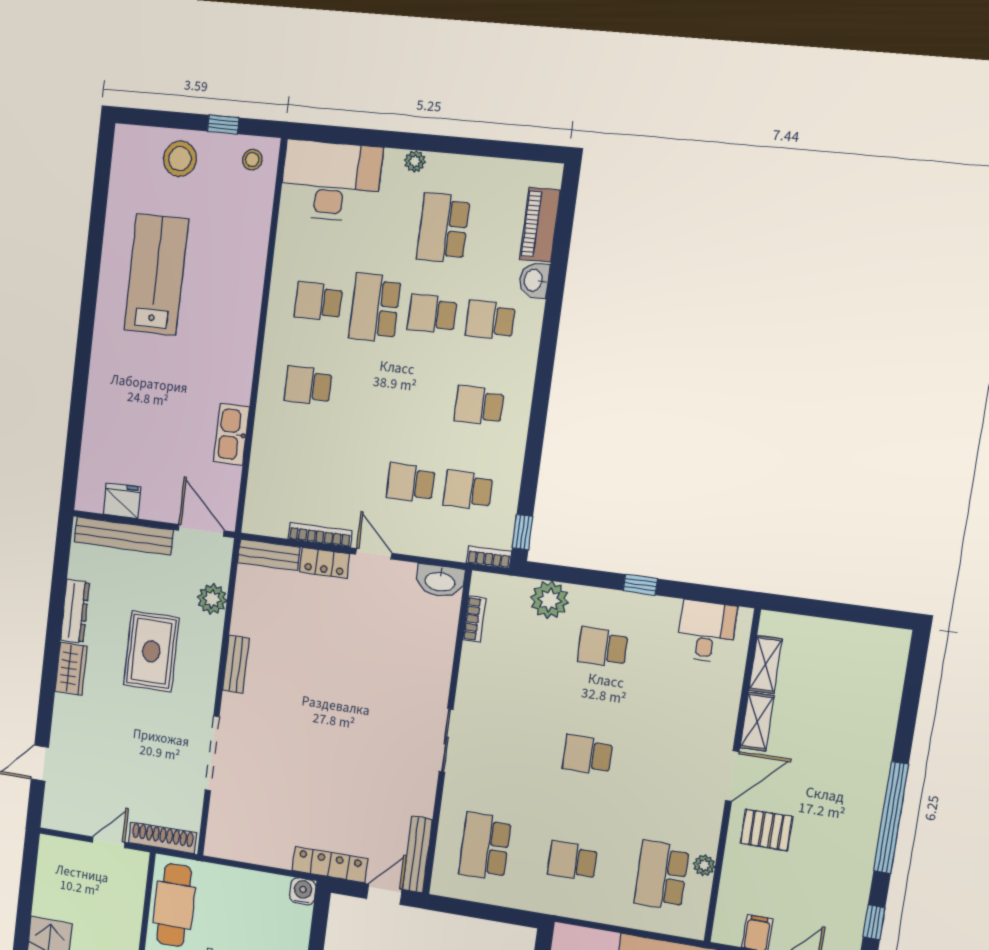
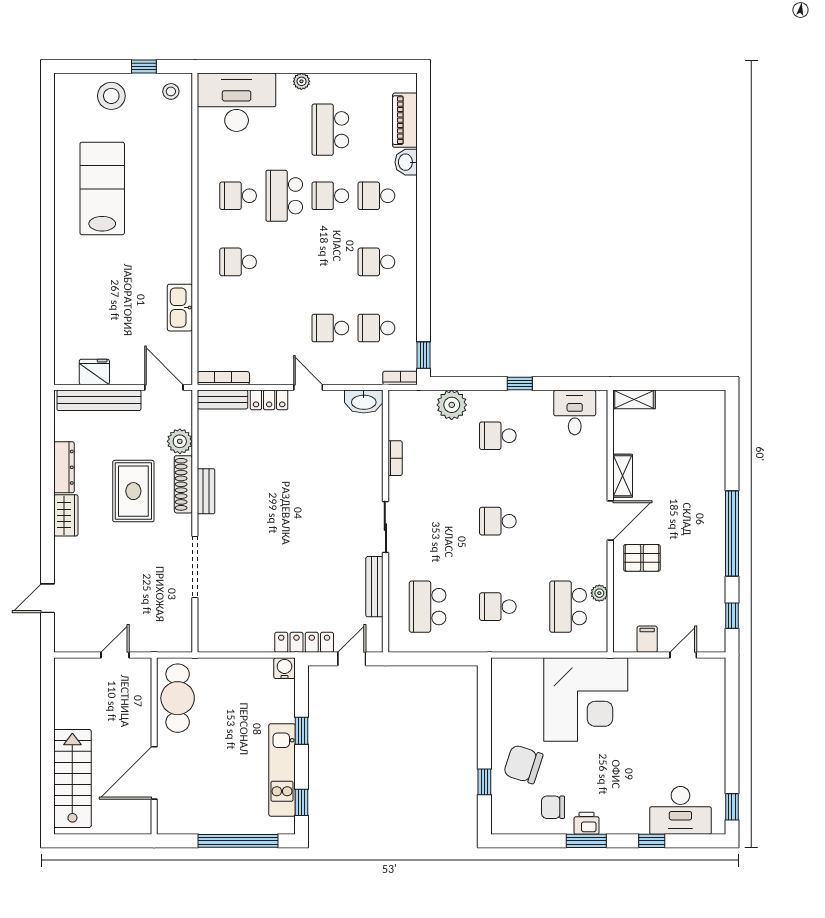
bookcase: (320, 535) -> (223, 378), moved
bookcase: (474, 619) -> (395, 458), moved
shelving: (765, 665) -> (634, 399), moved, turned 90
shoe rack: (163, 838) -> (183, 484), moved, turned -90
bench: (417, 855) -> (374, 587), moved

